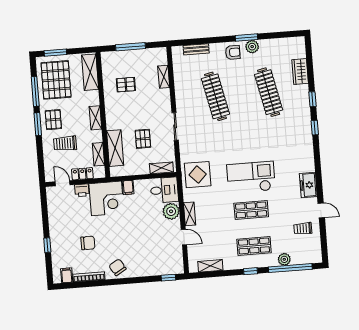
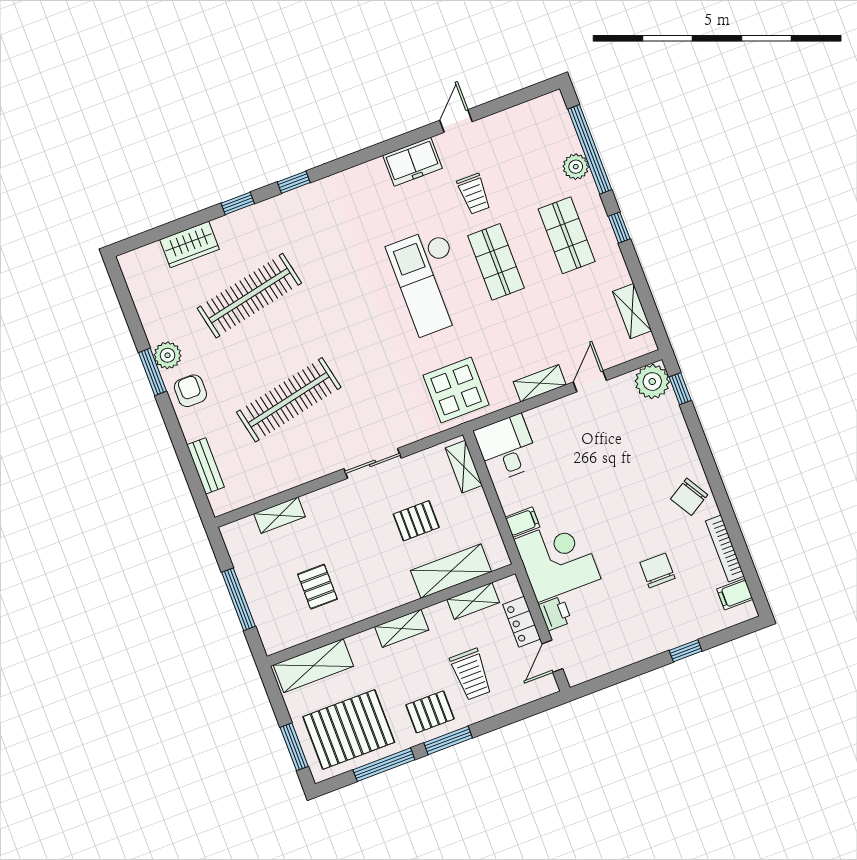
plant: (171, 211) -> (652, 382), moved
trolley: (303, 228) -> (474, 194), moved

